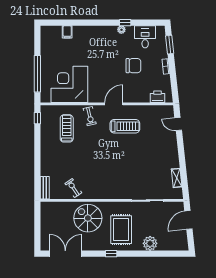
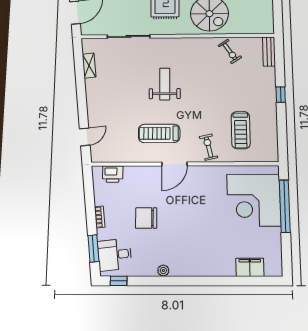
window: (125, 23) -> (119, 281), moved
filing cabinet: (67, 32) -> (250, 267), width x2.00
desk: (145, 37) -> (115, 255), moved, turned 84
corner desk: (69, 84) -> (254, 200), moved, turned 90
window: (37, 118) -> (281, 95), moved
door: (178, 124) -> (85, 137), hinge flipped
weight bench: (121, 163) -> (165, 84), added

